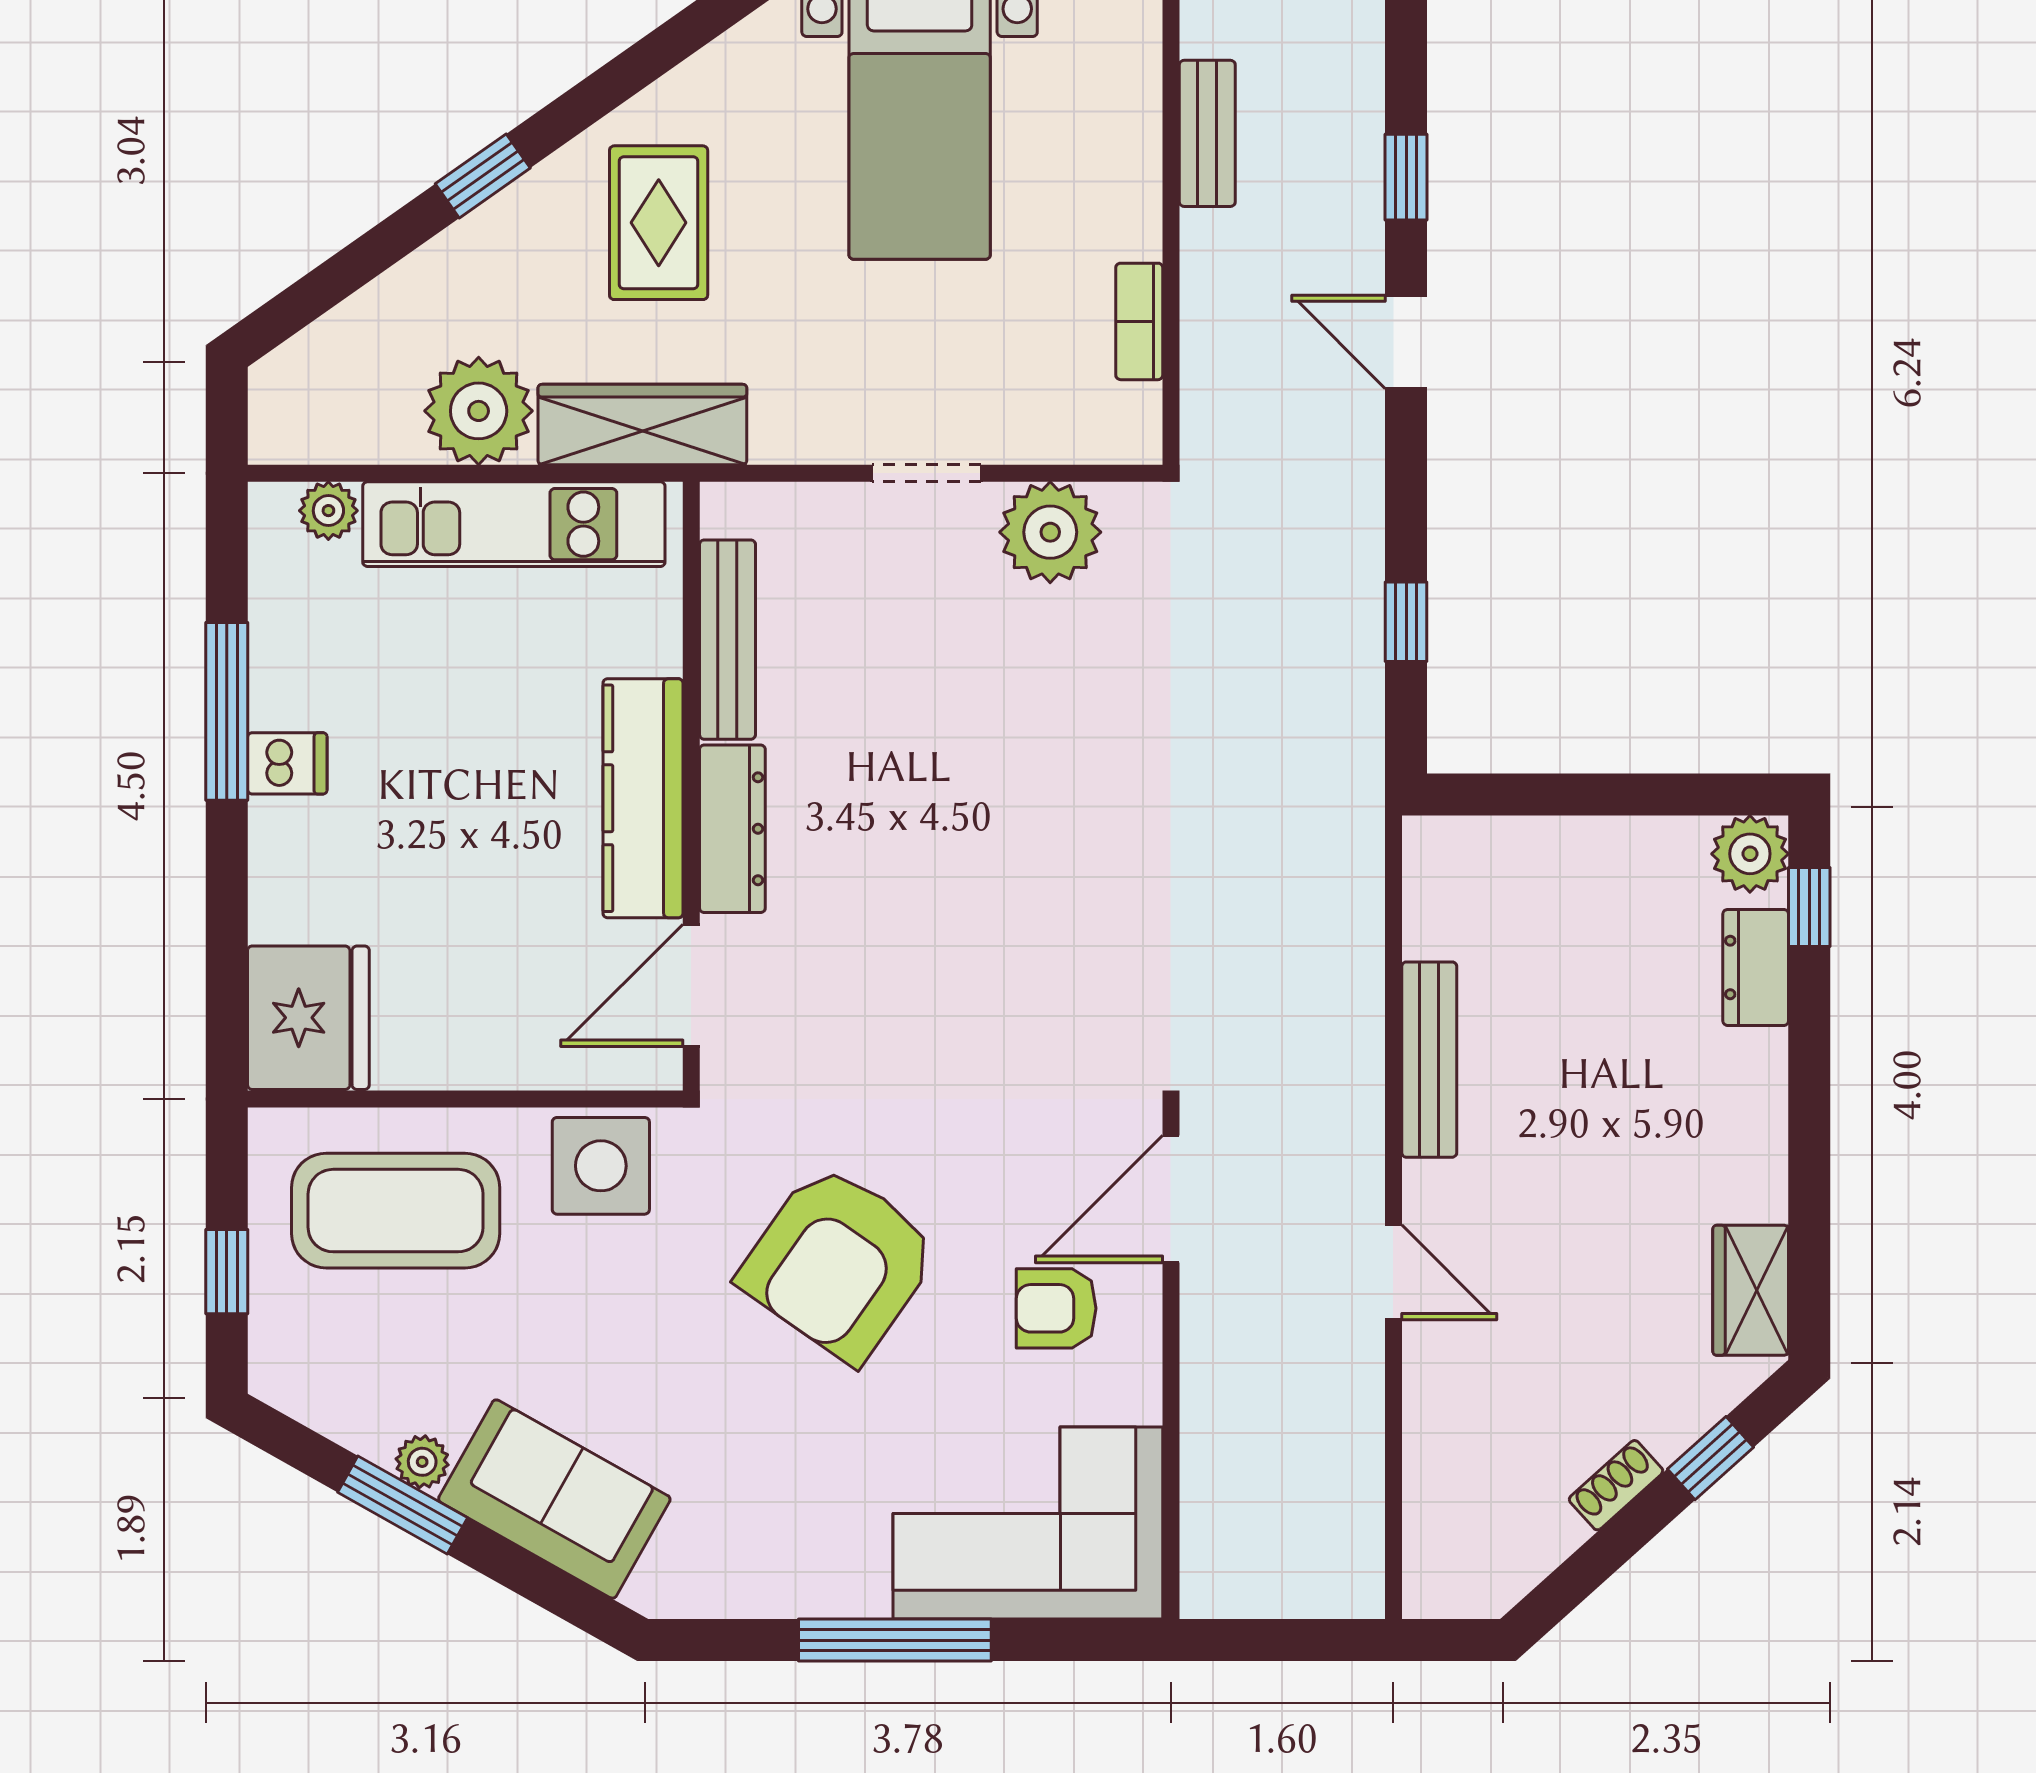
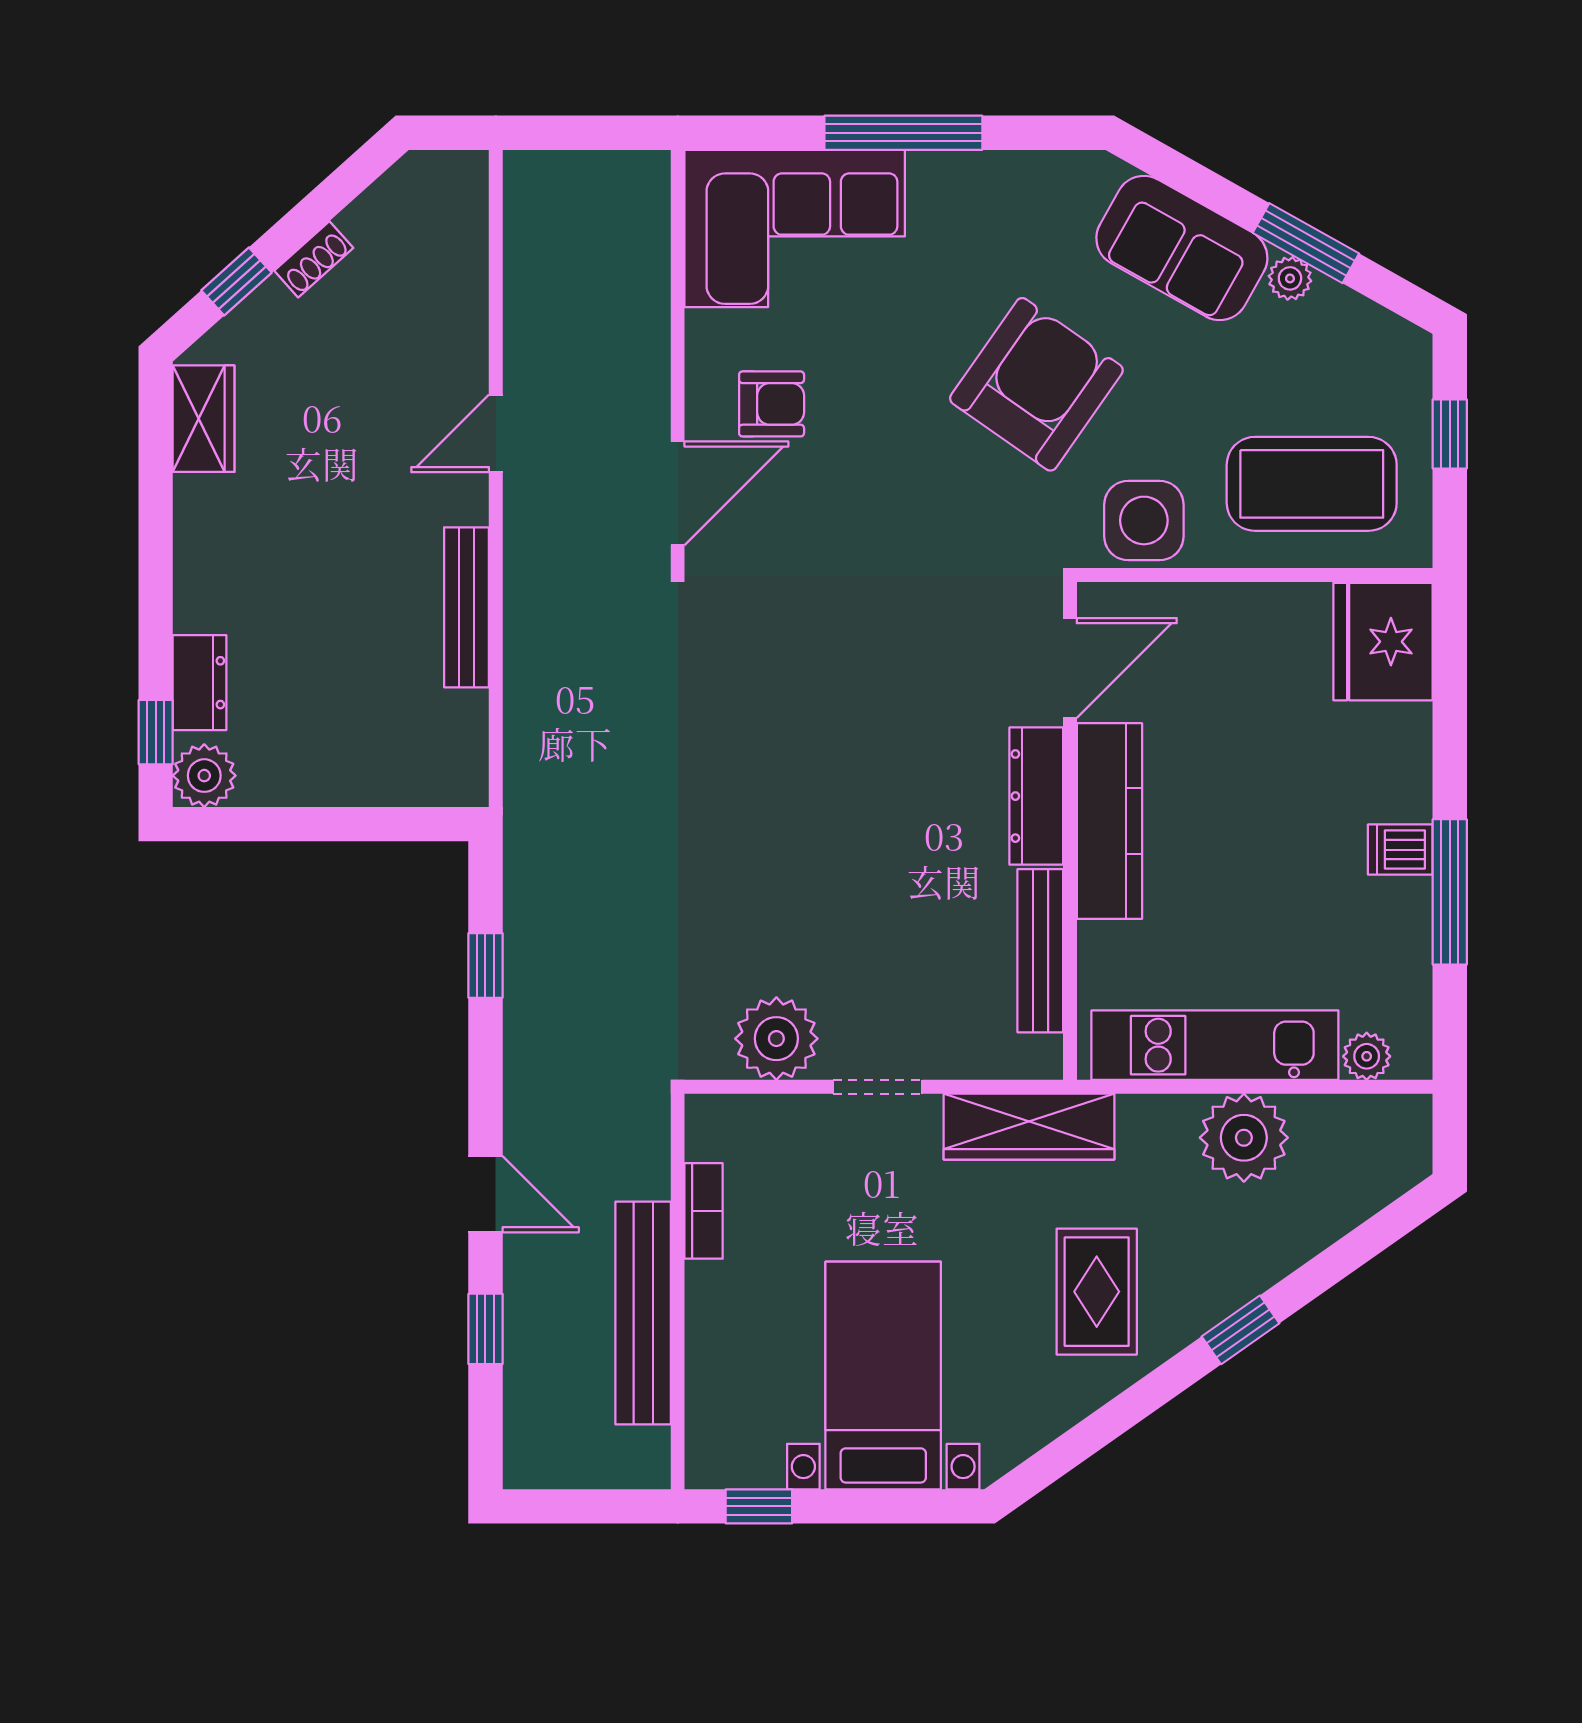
bench: (1207, 133) -> (643, 1313), width x1.86, depth x1.21
wardrobe: (642, 425) -> (1029, 1127), moved
armchair: (839, 1263) -> (1036, 384), moved
door: (1393, 1272) -> (496, 433), hinge flipped

